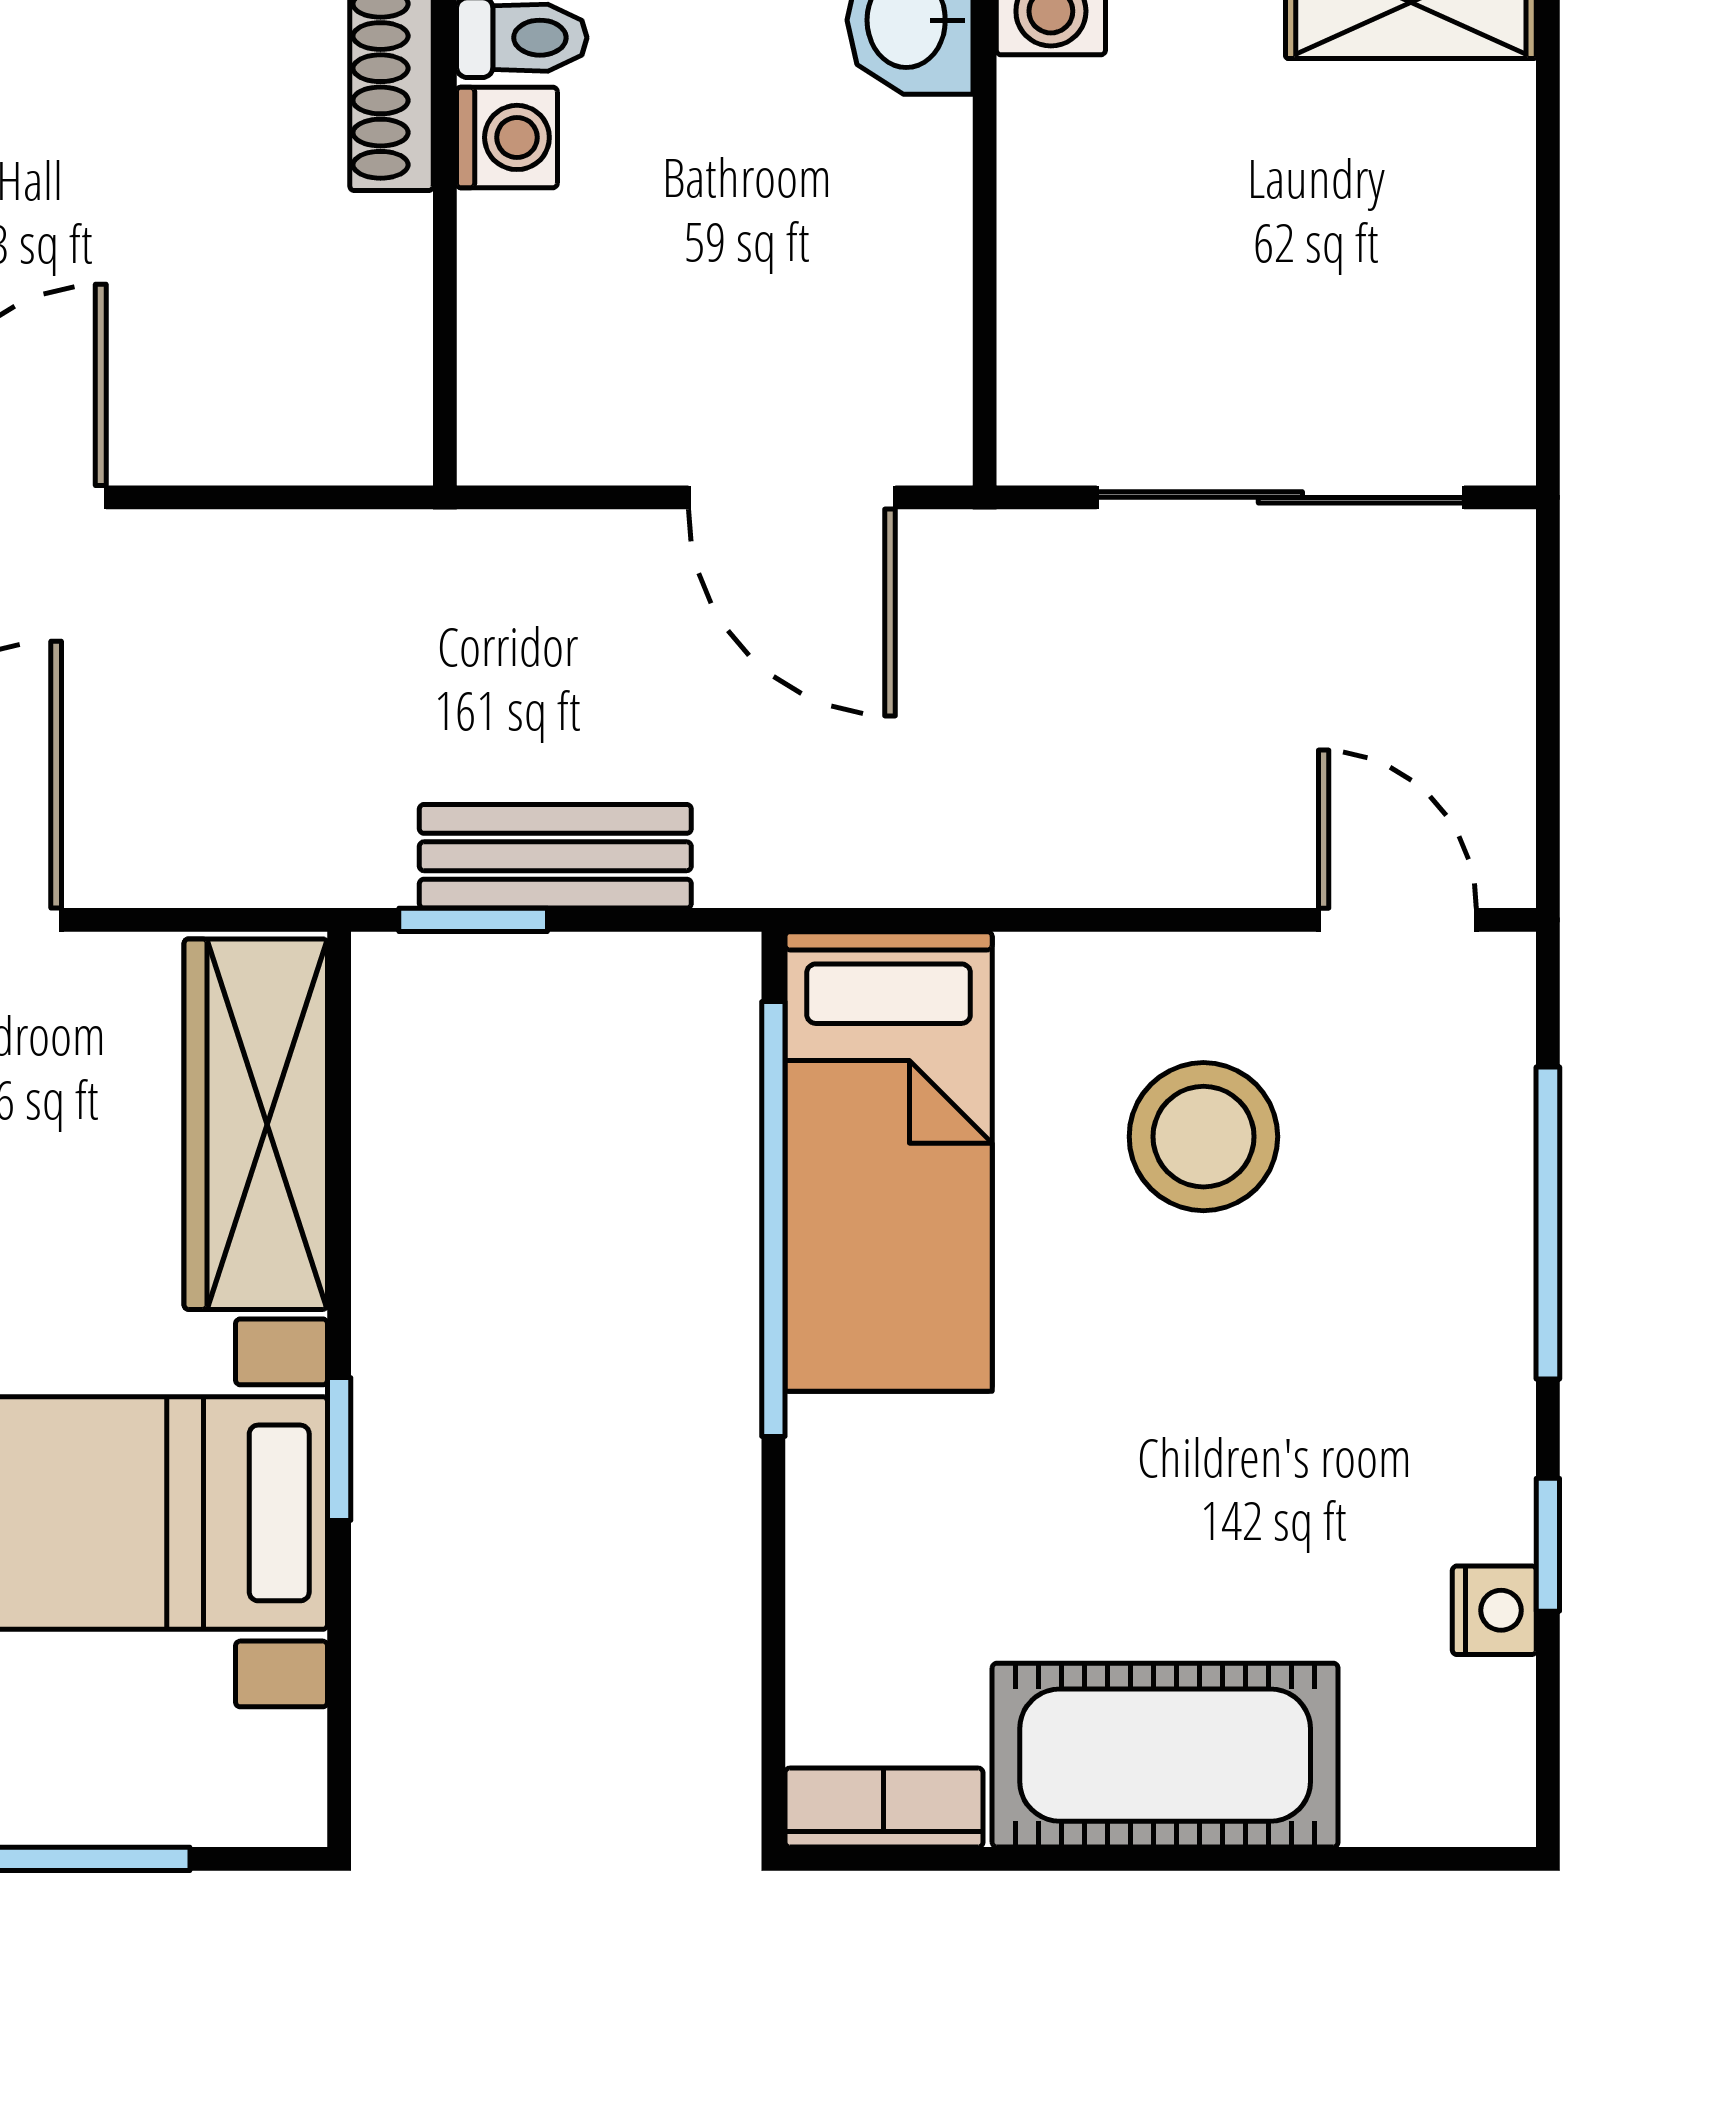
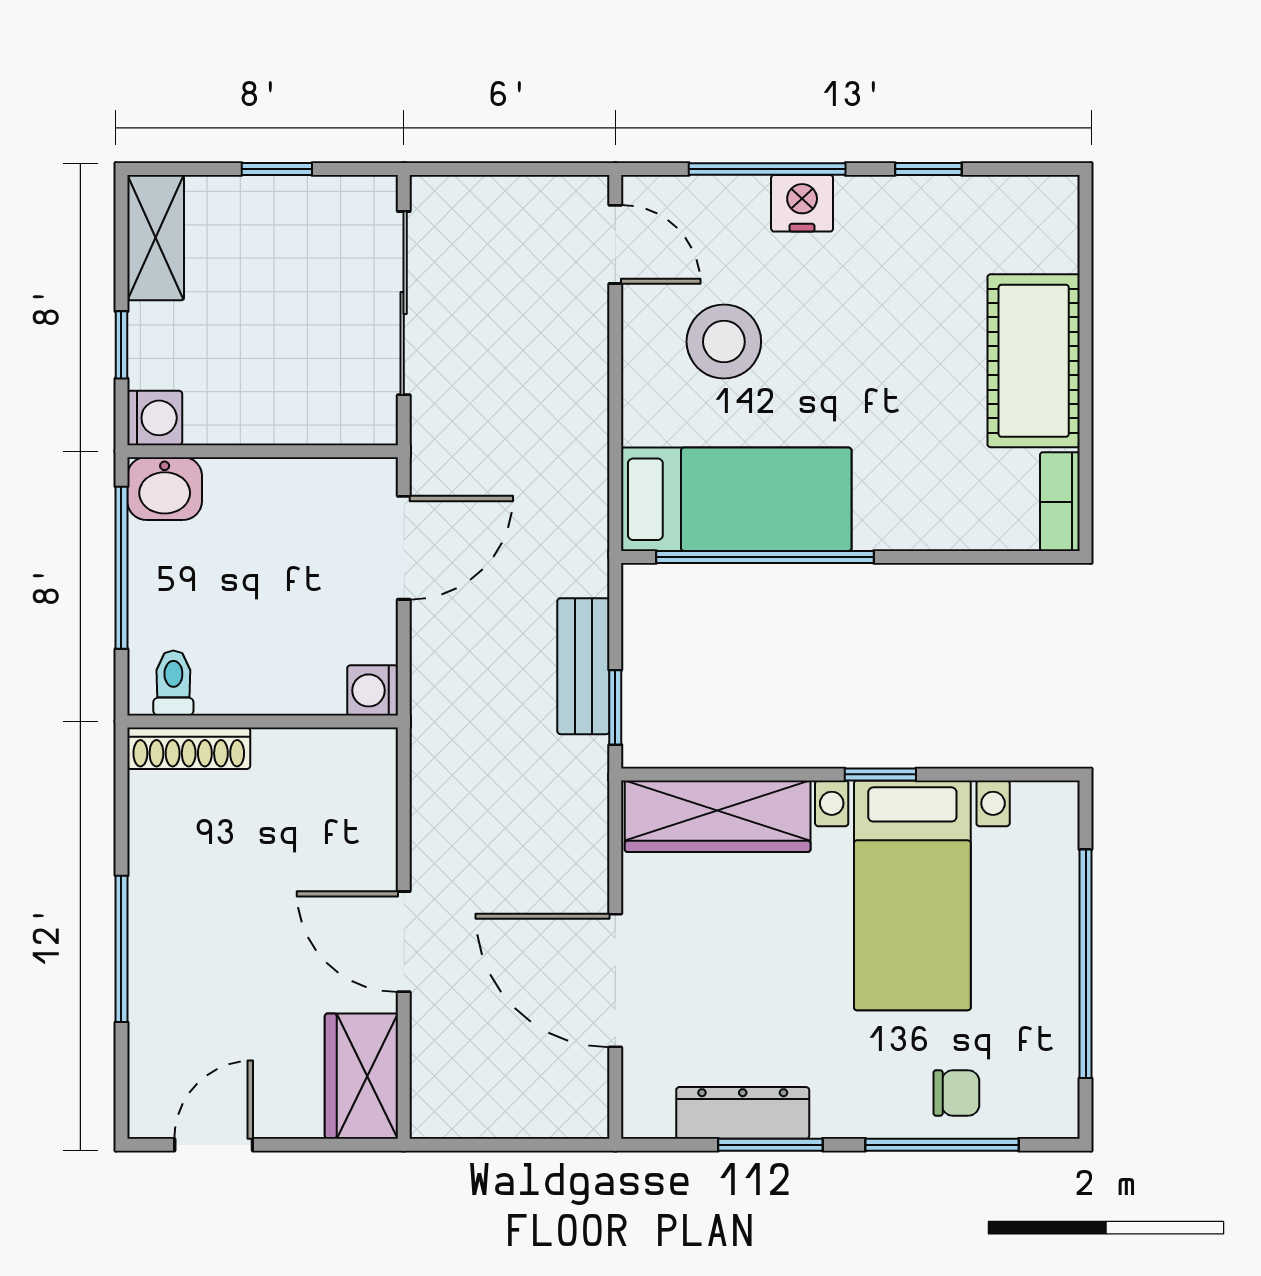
washing machine: (507, 137) -> (373, 690), moved, turned -90
window: (1548, 244) -> (277, 169), added
door: (1397, 920) -> (615, 244), swing flipped
nightstand: (1494, 1610) -> (802, 203), moved, width x1.39, depth x1.35

